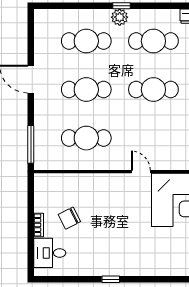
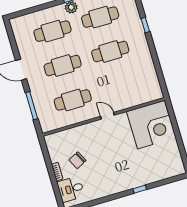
window: (31, 144) -> (32, 106), moved
door: (141, 172) -> (107, 116), moved
window: (111, 279) -> (140, 189), moved

